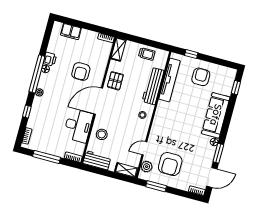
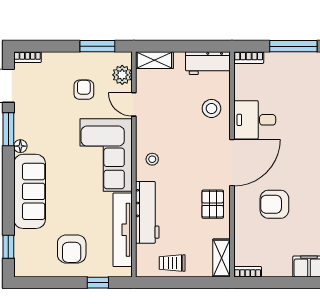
armchair: (81, 71) -> (274, 204), turned -90
corner sofa: (168, 124) -> (106, 155), added
desk: (78, 126) -> (255, 120), width x0.73
door: (144, 148) -> (134, 104), swing flipped
armchair: (170, 164) -> (84, 90), width x0.53, depth x0.53

